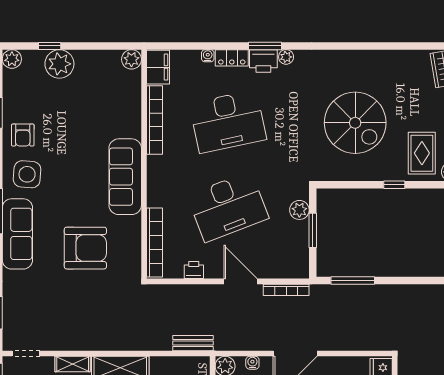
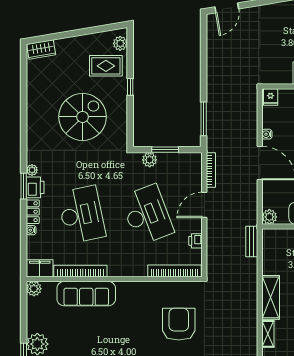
sofa: (125, 177) -> (86, 294), moved
water cooler: (252, 363) -> (267, 134), moved

